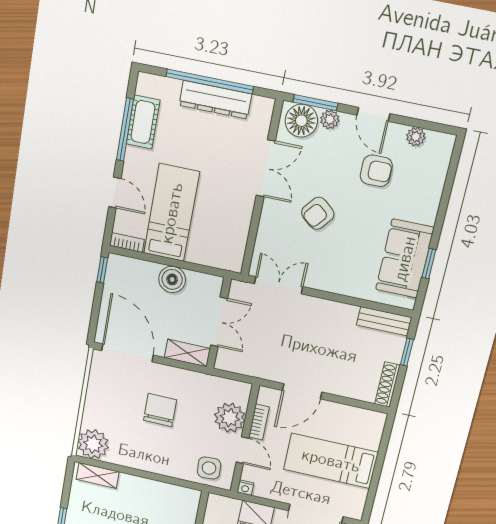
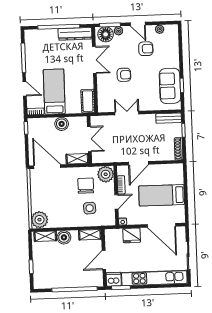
dresser: (215, 100) -> (75, 34), moved
cot: (143, 122) -> (88, 101), moved
armchair: (318, 213) -> (124, 75), turned -129
double door: (279, 285) -> (127, 113), moved
chair: (160, 410) -> (86, 186), moved
plant: (230, 418) -> (106, 174), moved
door: (242, 450) -> (116, 202), hinge flipped
side table: (209, 468) -> (90, 208), moved
boiler: (131, 486) -> (64, 237), added
shelving: (180, 494) -> (90, 235), added

